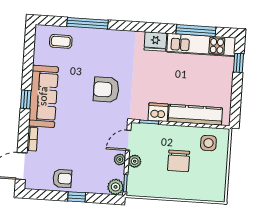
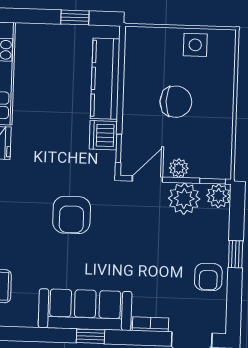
window: (239, 63) -> (75, 17), moved
door: (128, 140) -> (147, 179), swing flipped
side table: (208, 143) -> (195, 45), moved
plant: (120, 159) -> (184, 199), width x1.88, depth x1.88
armchair: (62, 178) -> (208, 277), turned 180

